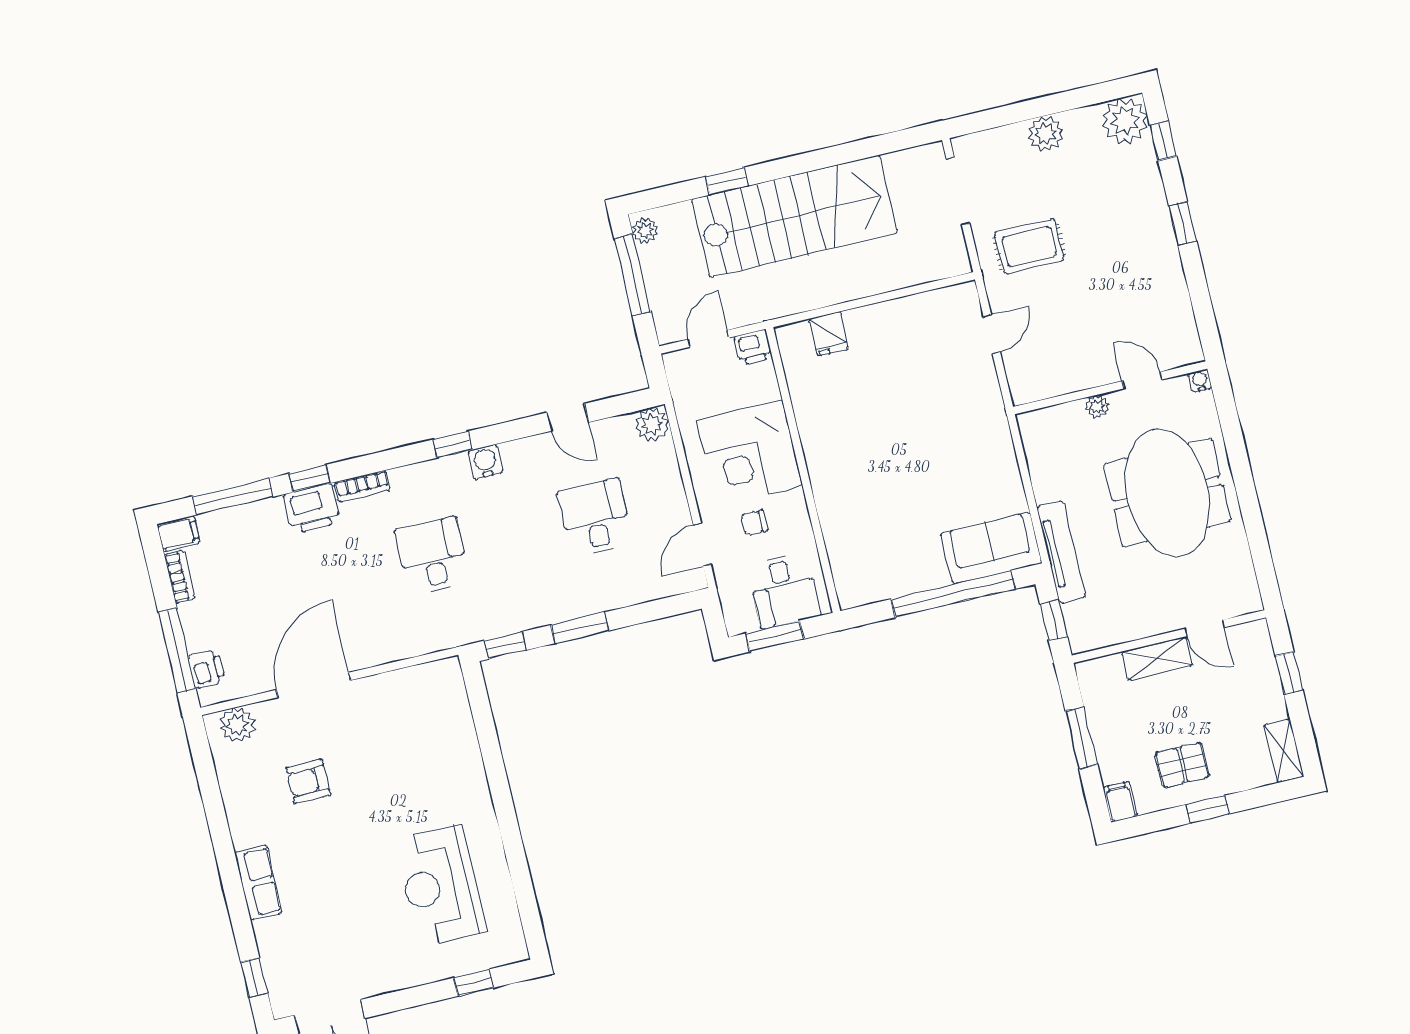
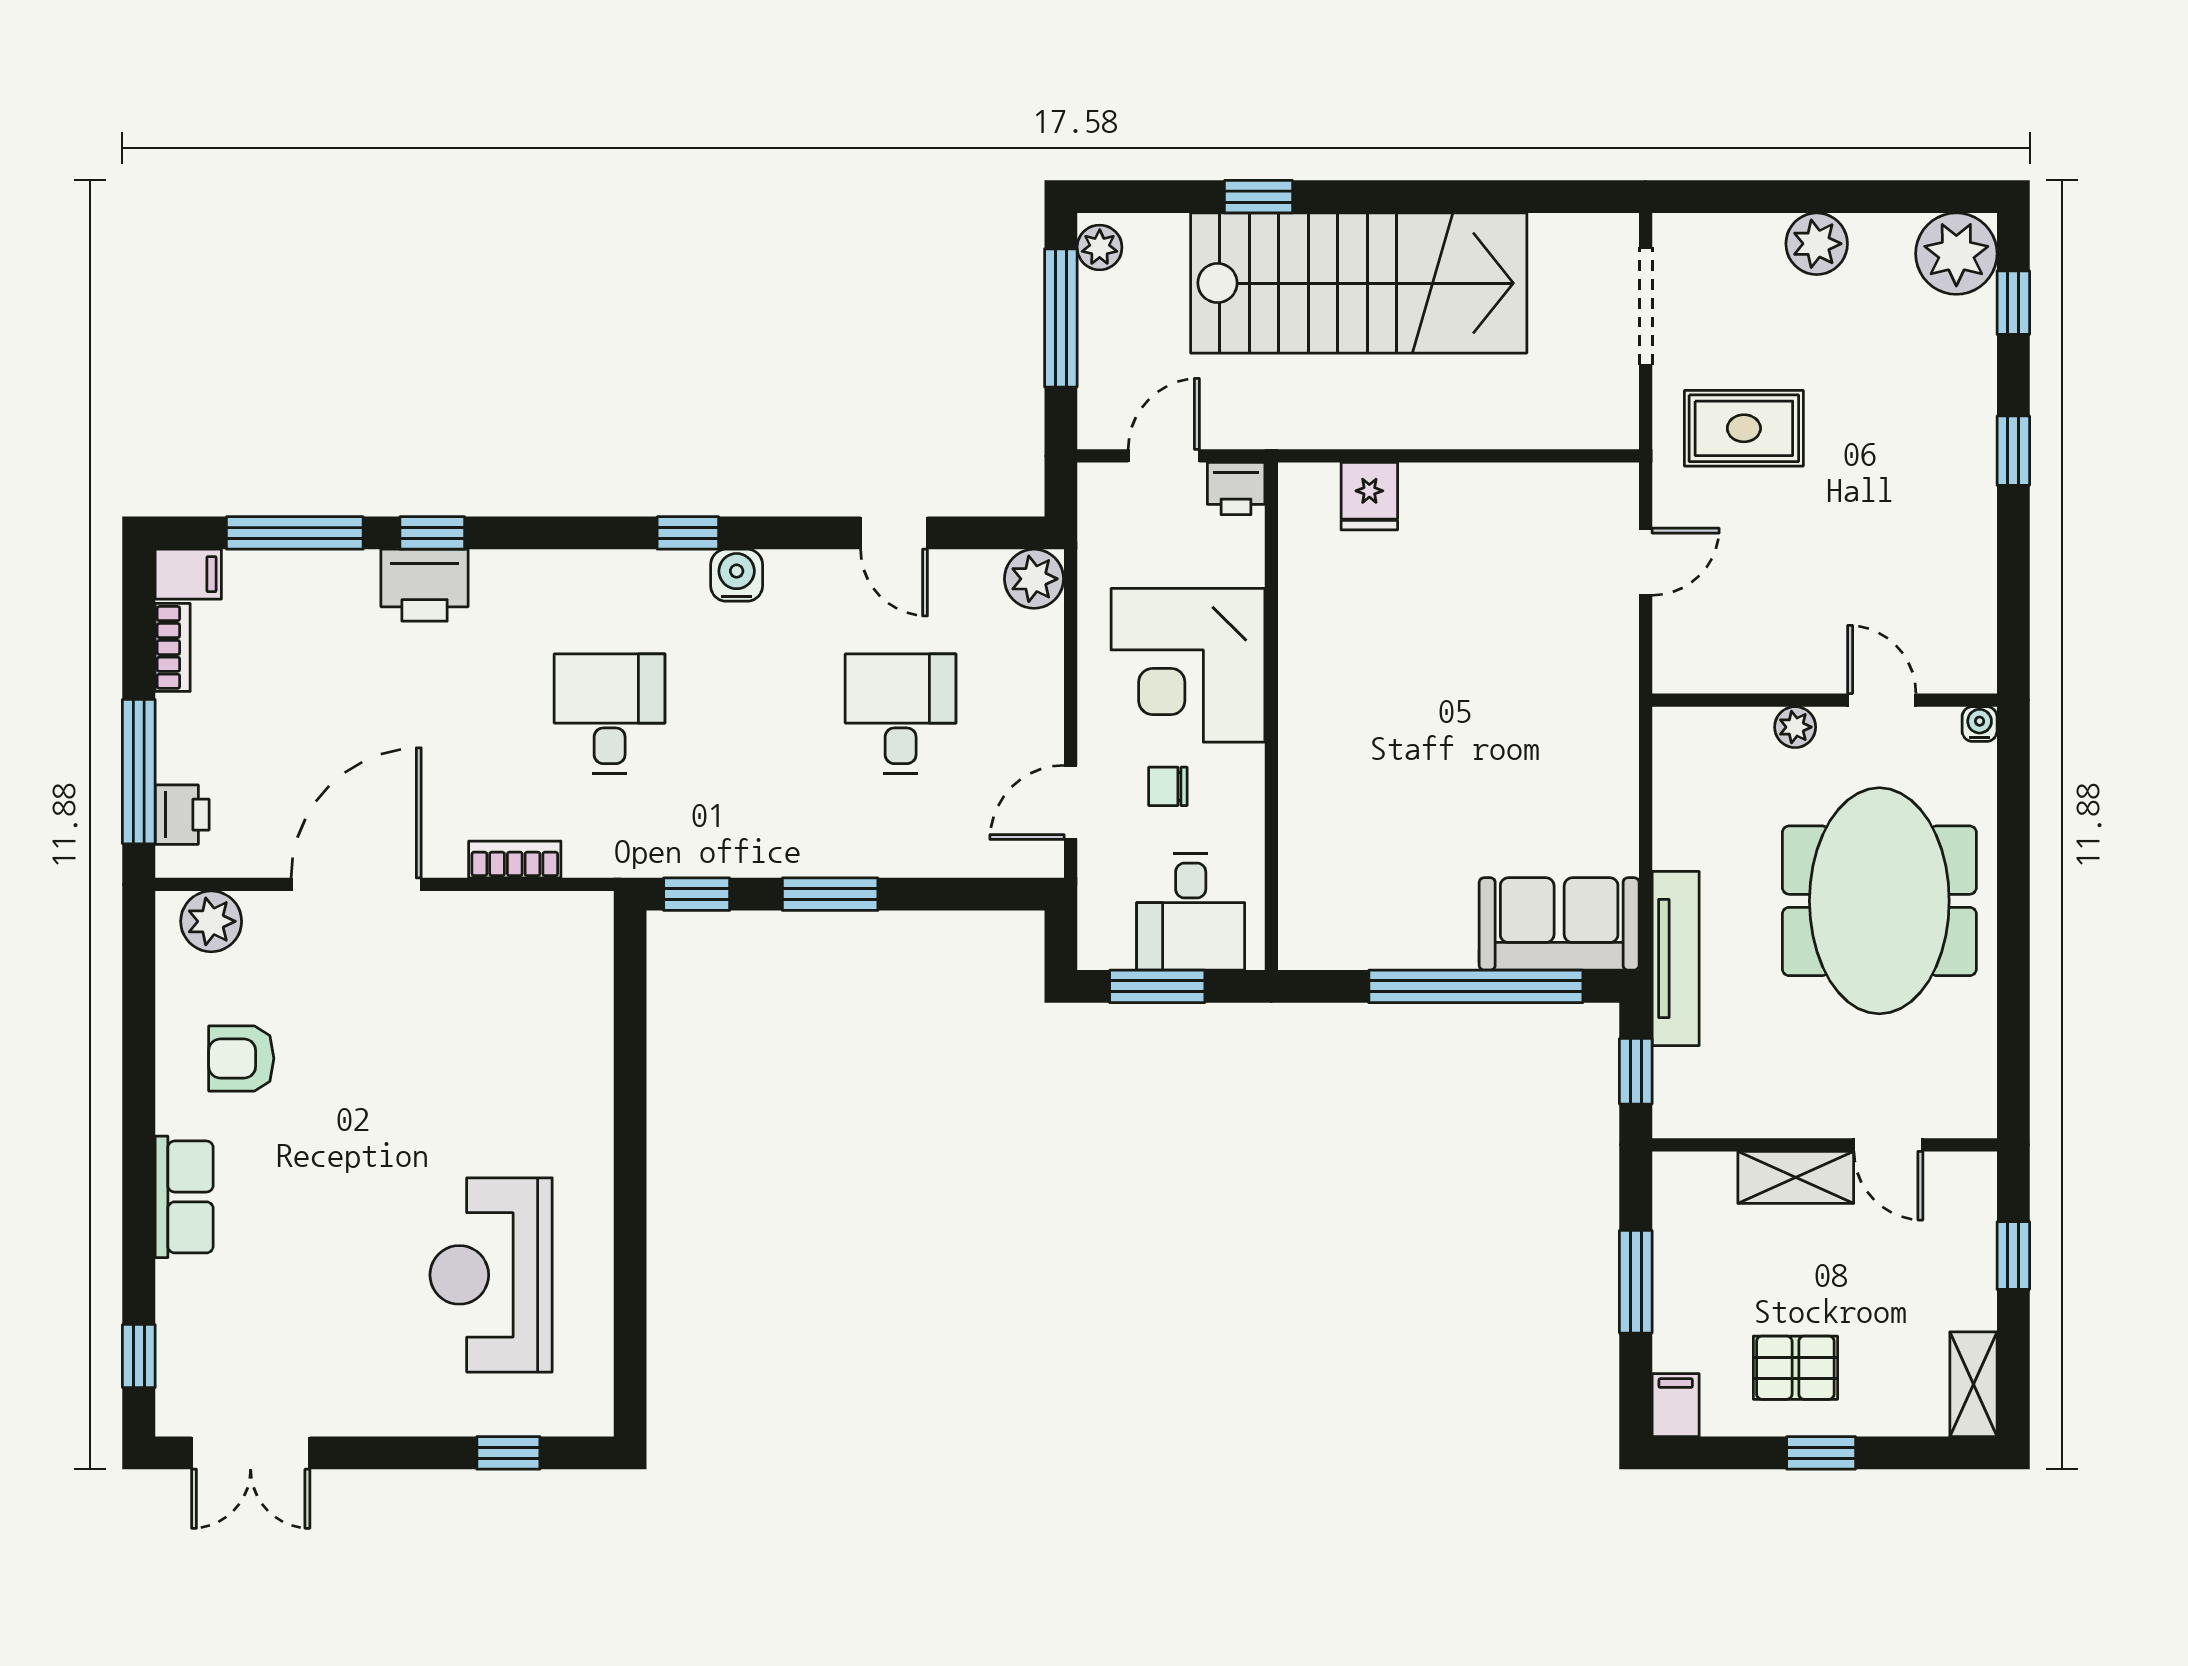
bookcase: (362, 486) -> (515, 859), moved, turned 180
armchair: (308, 781) -> (241, 1058), moved

